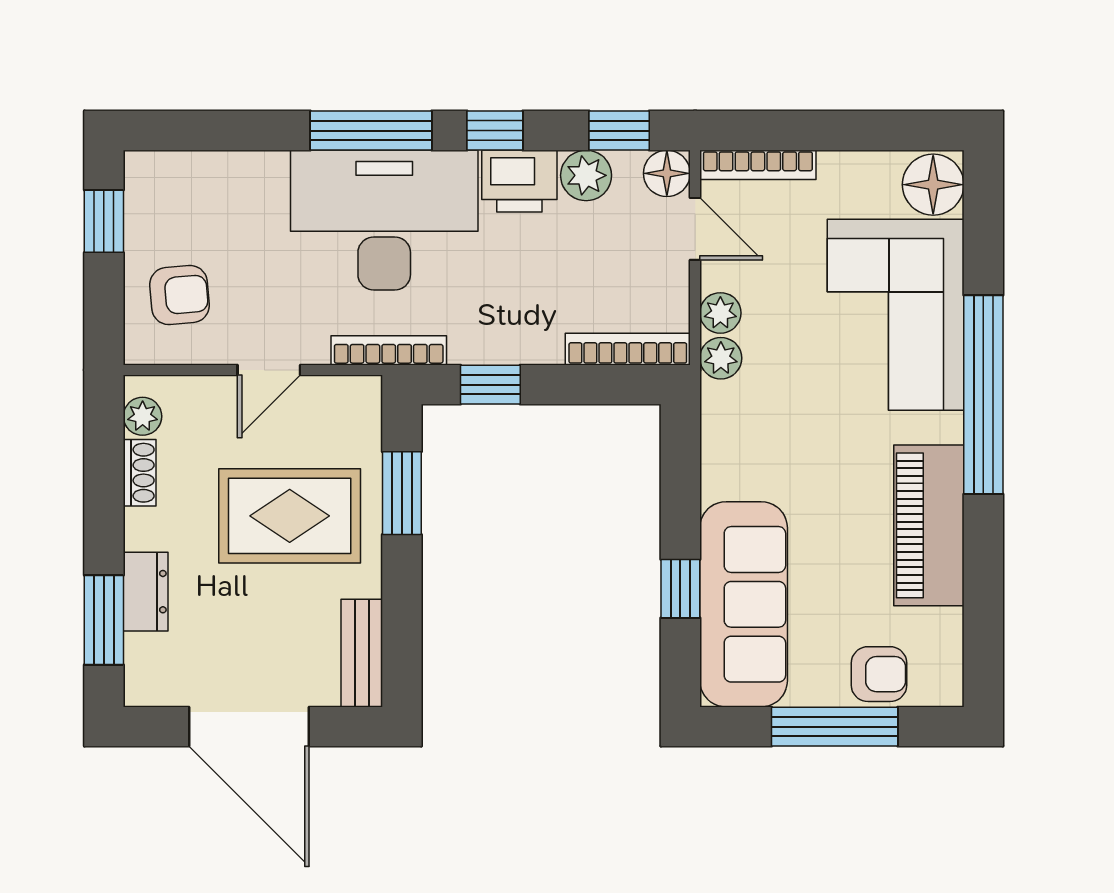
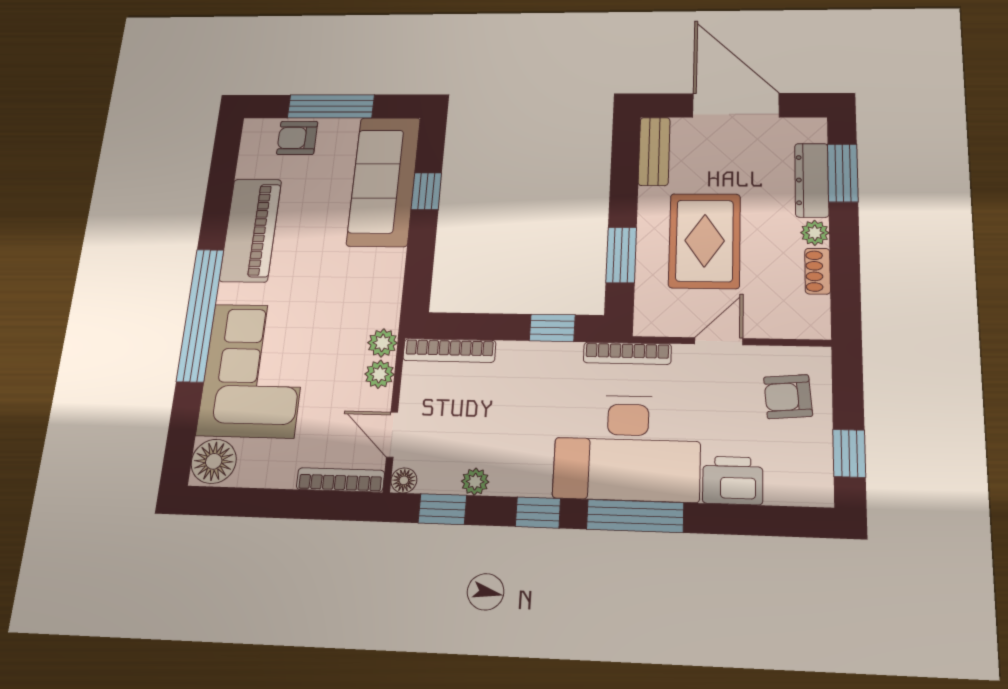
floor lamp: (667, 173) -> (404, 480), width x0.73, depth x0.73
plant: (586, 175) -> (475, 482), width x0.73, depth x0.73
printer: (519, 181) -> (733, 480), moved
plant: (143, 416) -> (815, 233), moved
rug: (290, 516) -> (705, 241), turned 90
dresser: (146, 592) -> (812, 180), width x1.44

